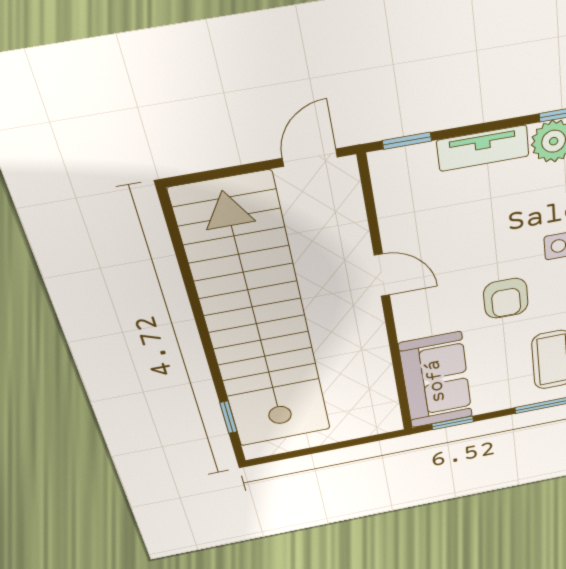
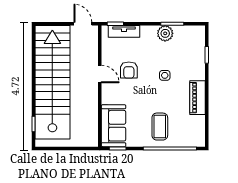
tv unit: (483, 148) -> (124, 31), moved
door: (310, 158) -> (83, 24), hinge flipped
armchair: (506, 298) -> (129, 70), moved

